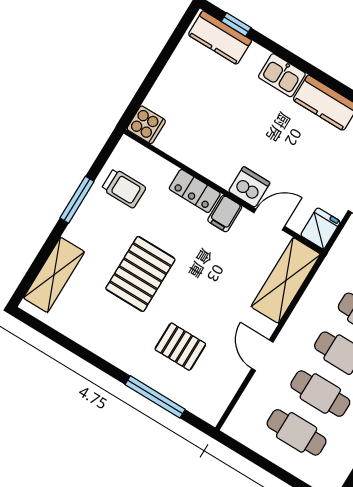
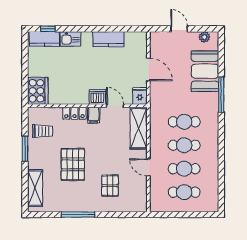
kitchen sink: (282, 75) -> (70, 39), moved
cooker: (146, 125) -> (38, 91), width x1.87, depth x1.31
door: (269, 219) -> (115, 106), hinge flipped
pallet: (180, 347) -> (110, 186), turned 90
window: (155, 397) -> (78, 215), moved

